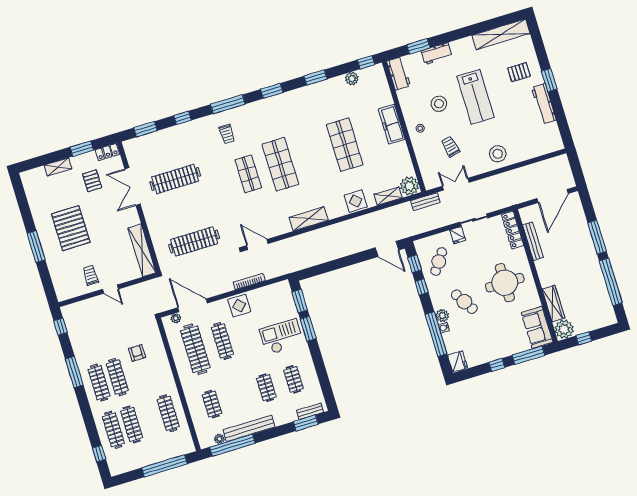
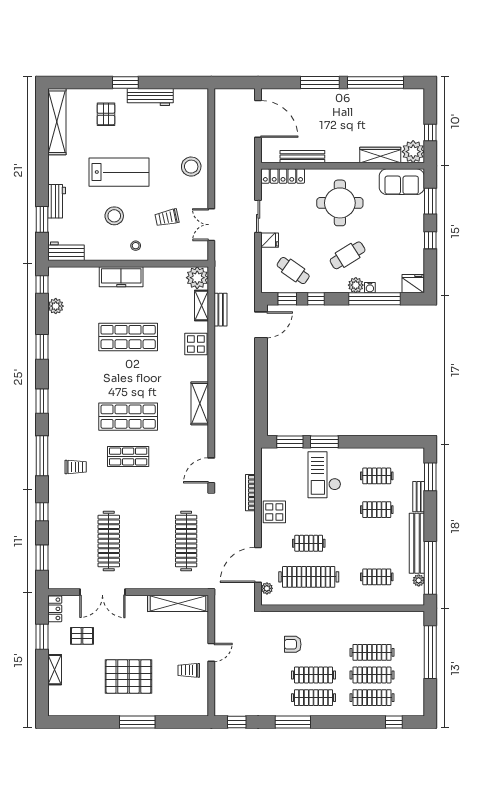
bench: (425, 202) -> (221, 310), moved
clothes rail: (222, 341) -> (309, 543), width x0.73
window: (528, 355) -> (430, 201), width x0.69
bench: (310, 411) -> (419, 497), moved
clothes rail: (168, 413) -> (372, 652), moved

